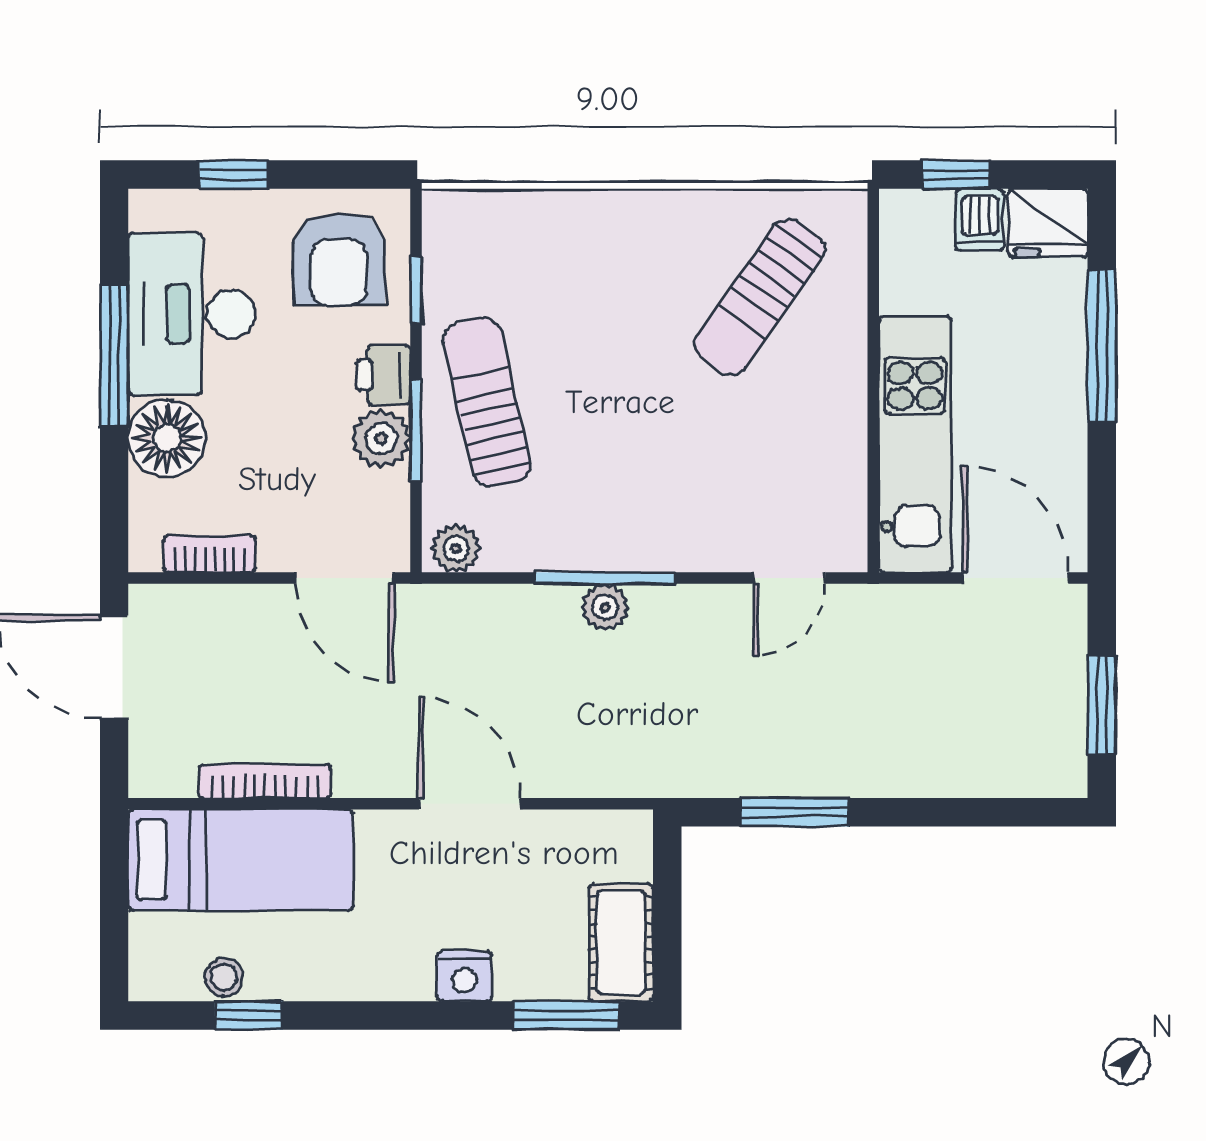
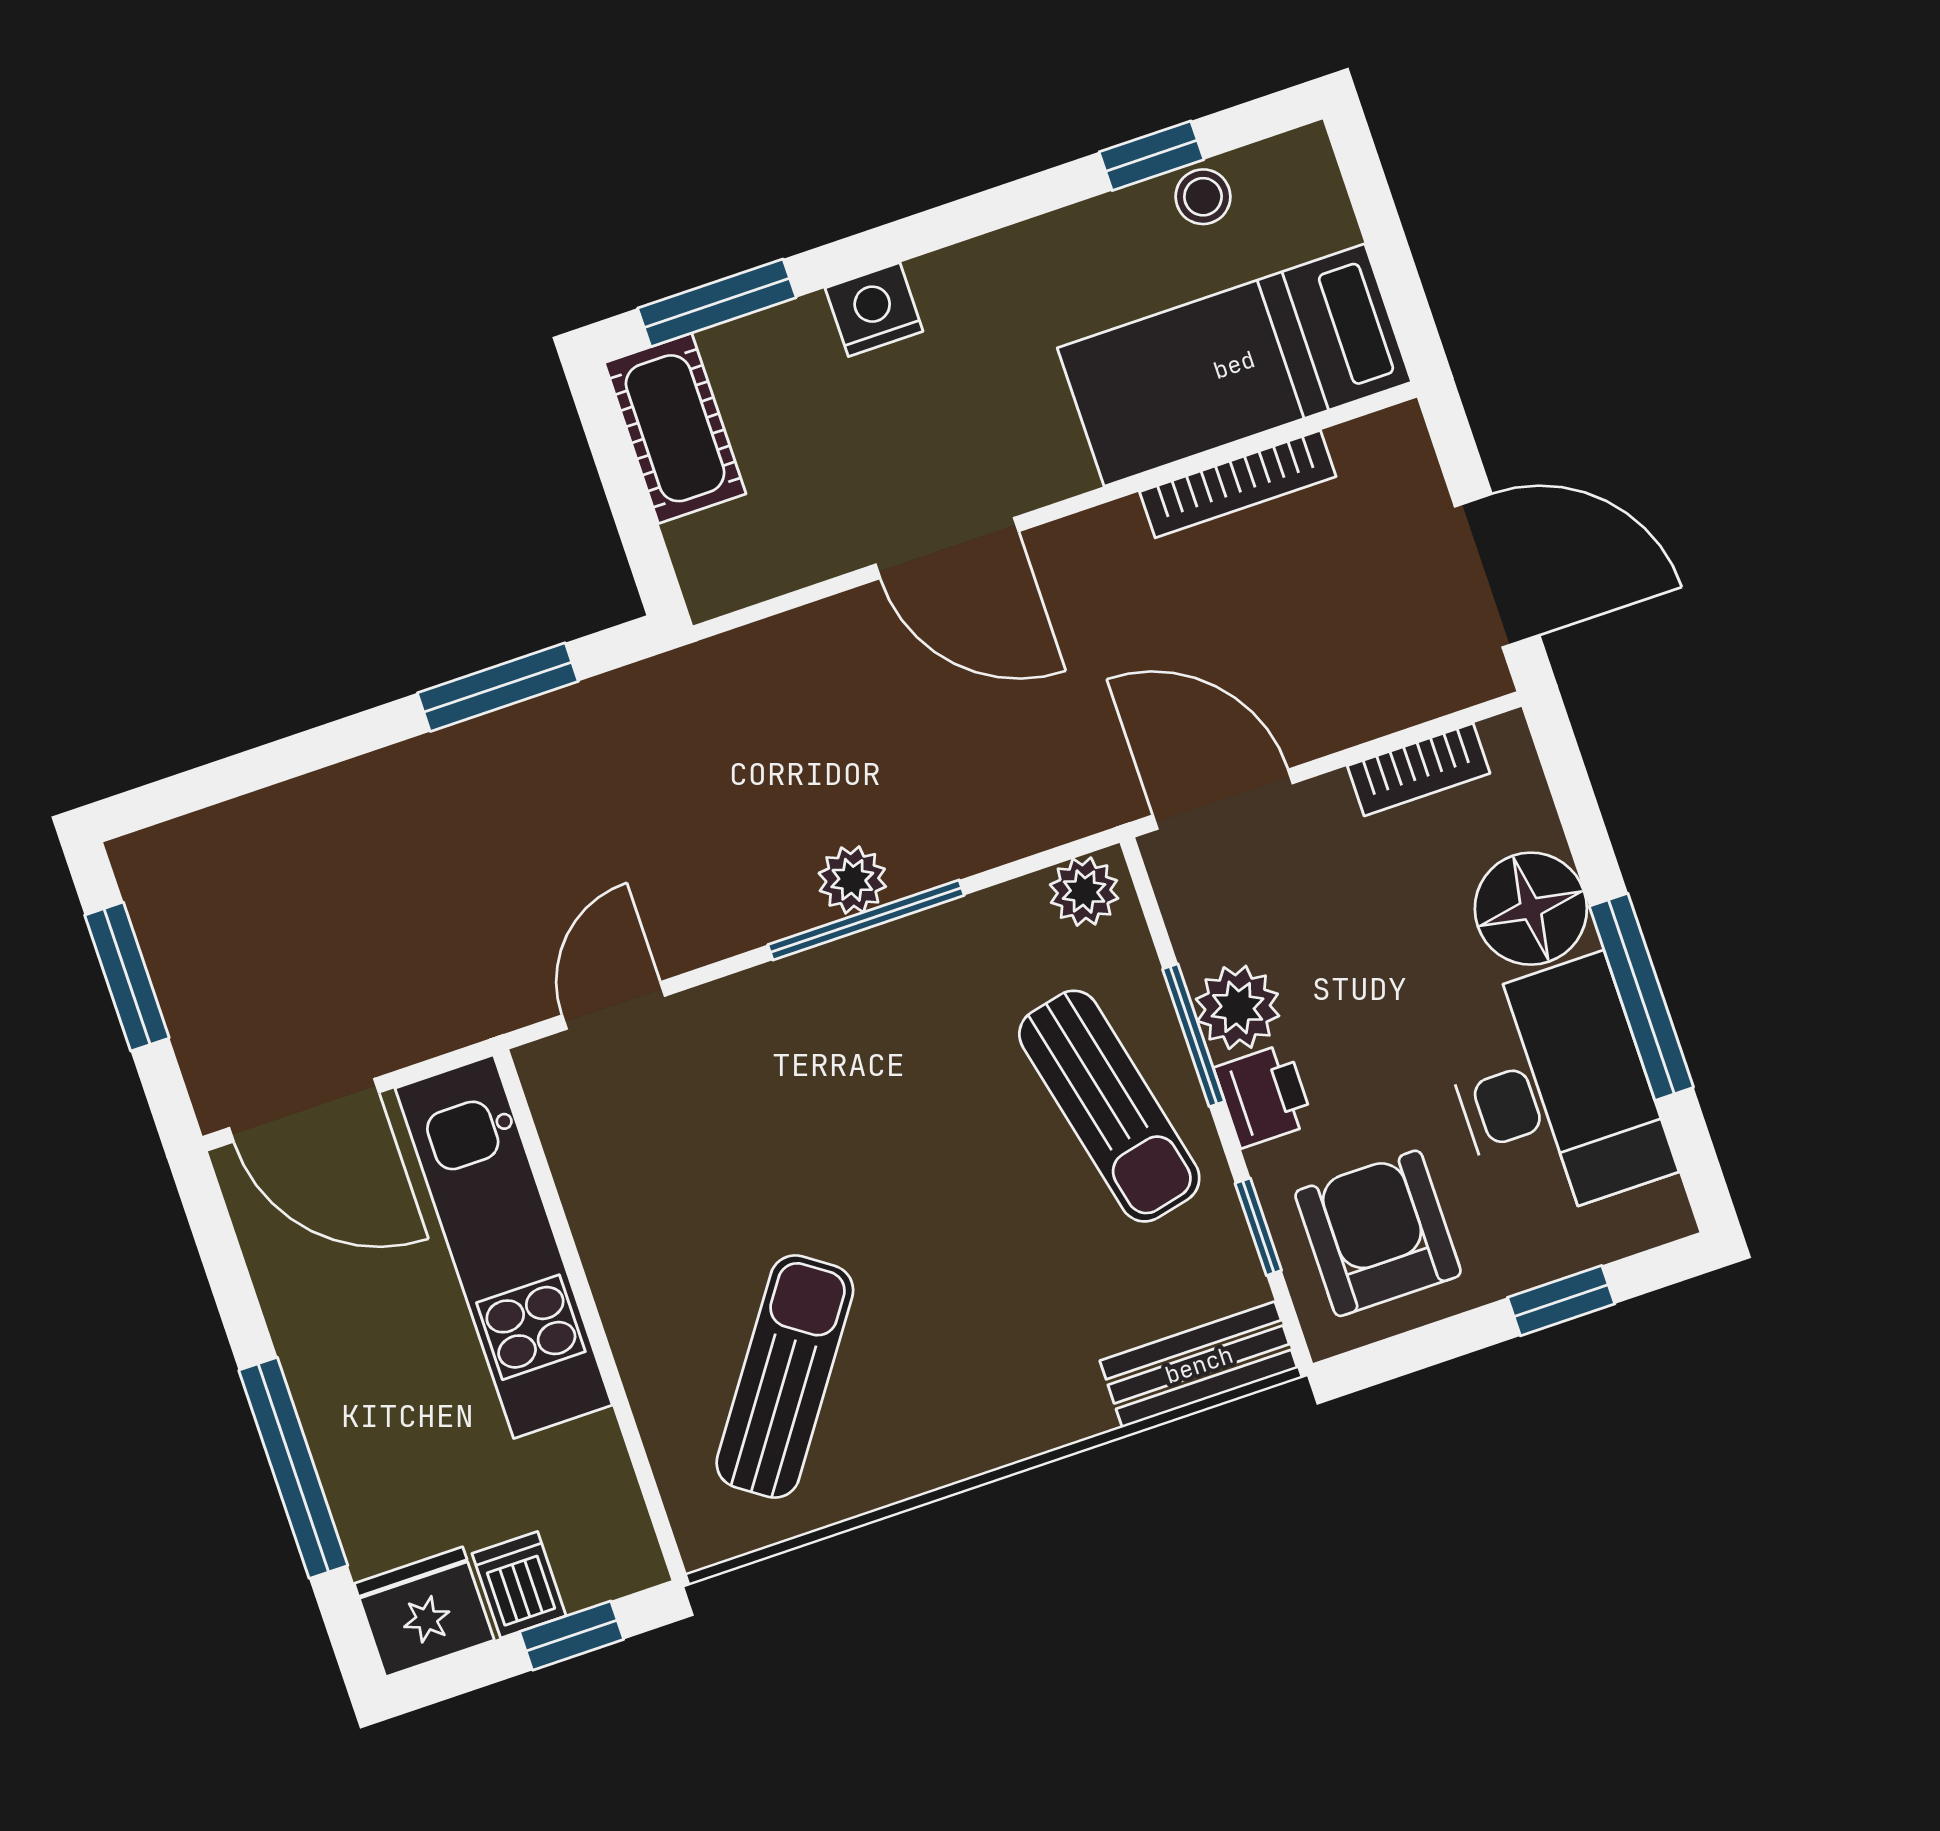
bench: (486, 213) -> (1199, 1365), added

